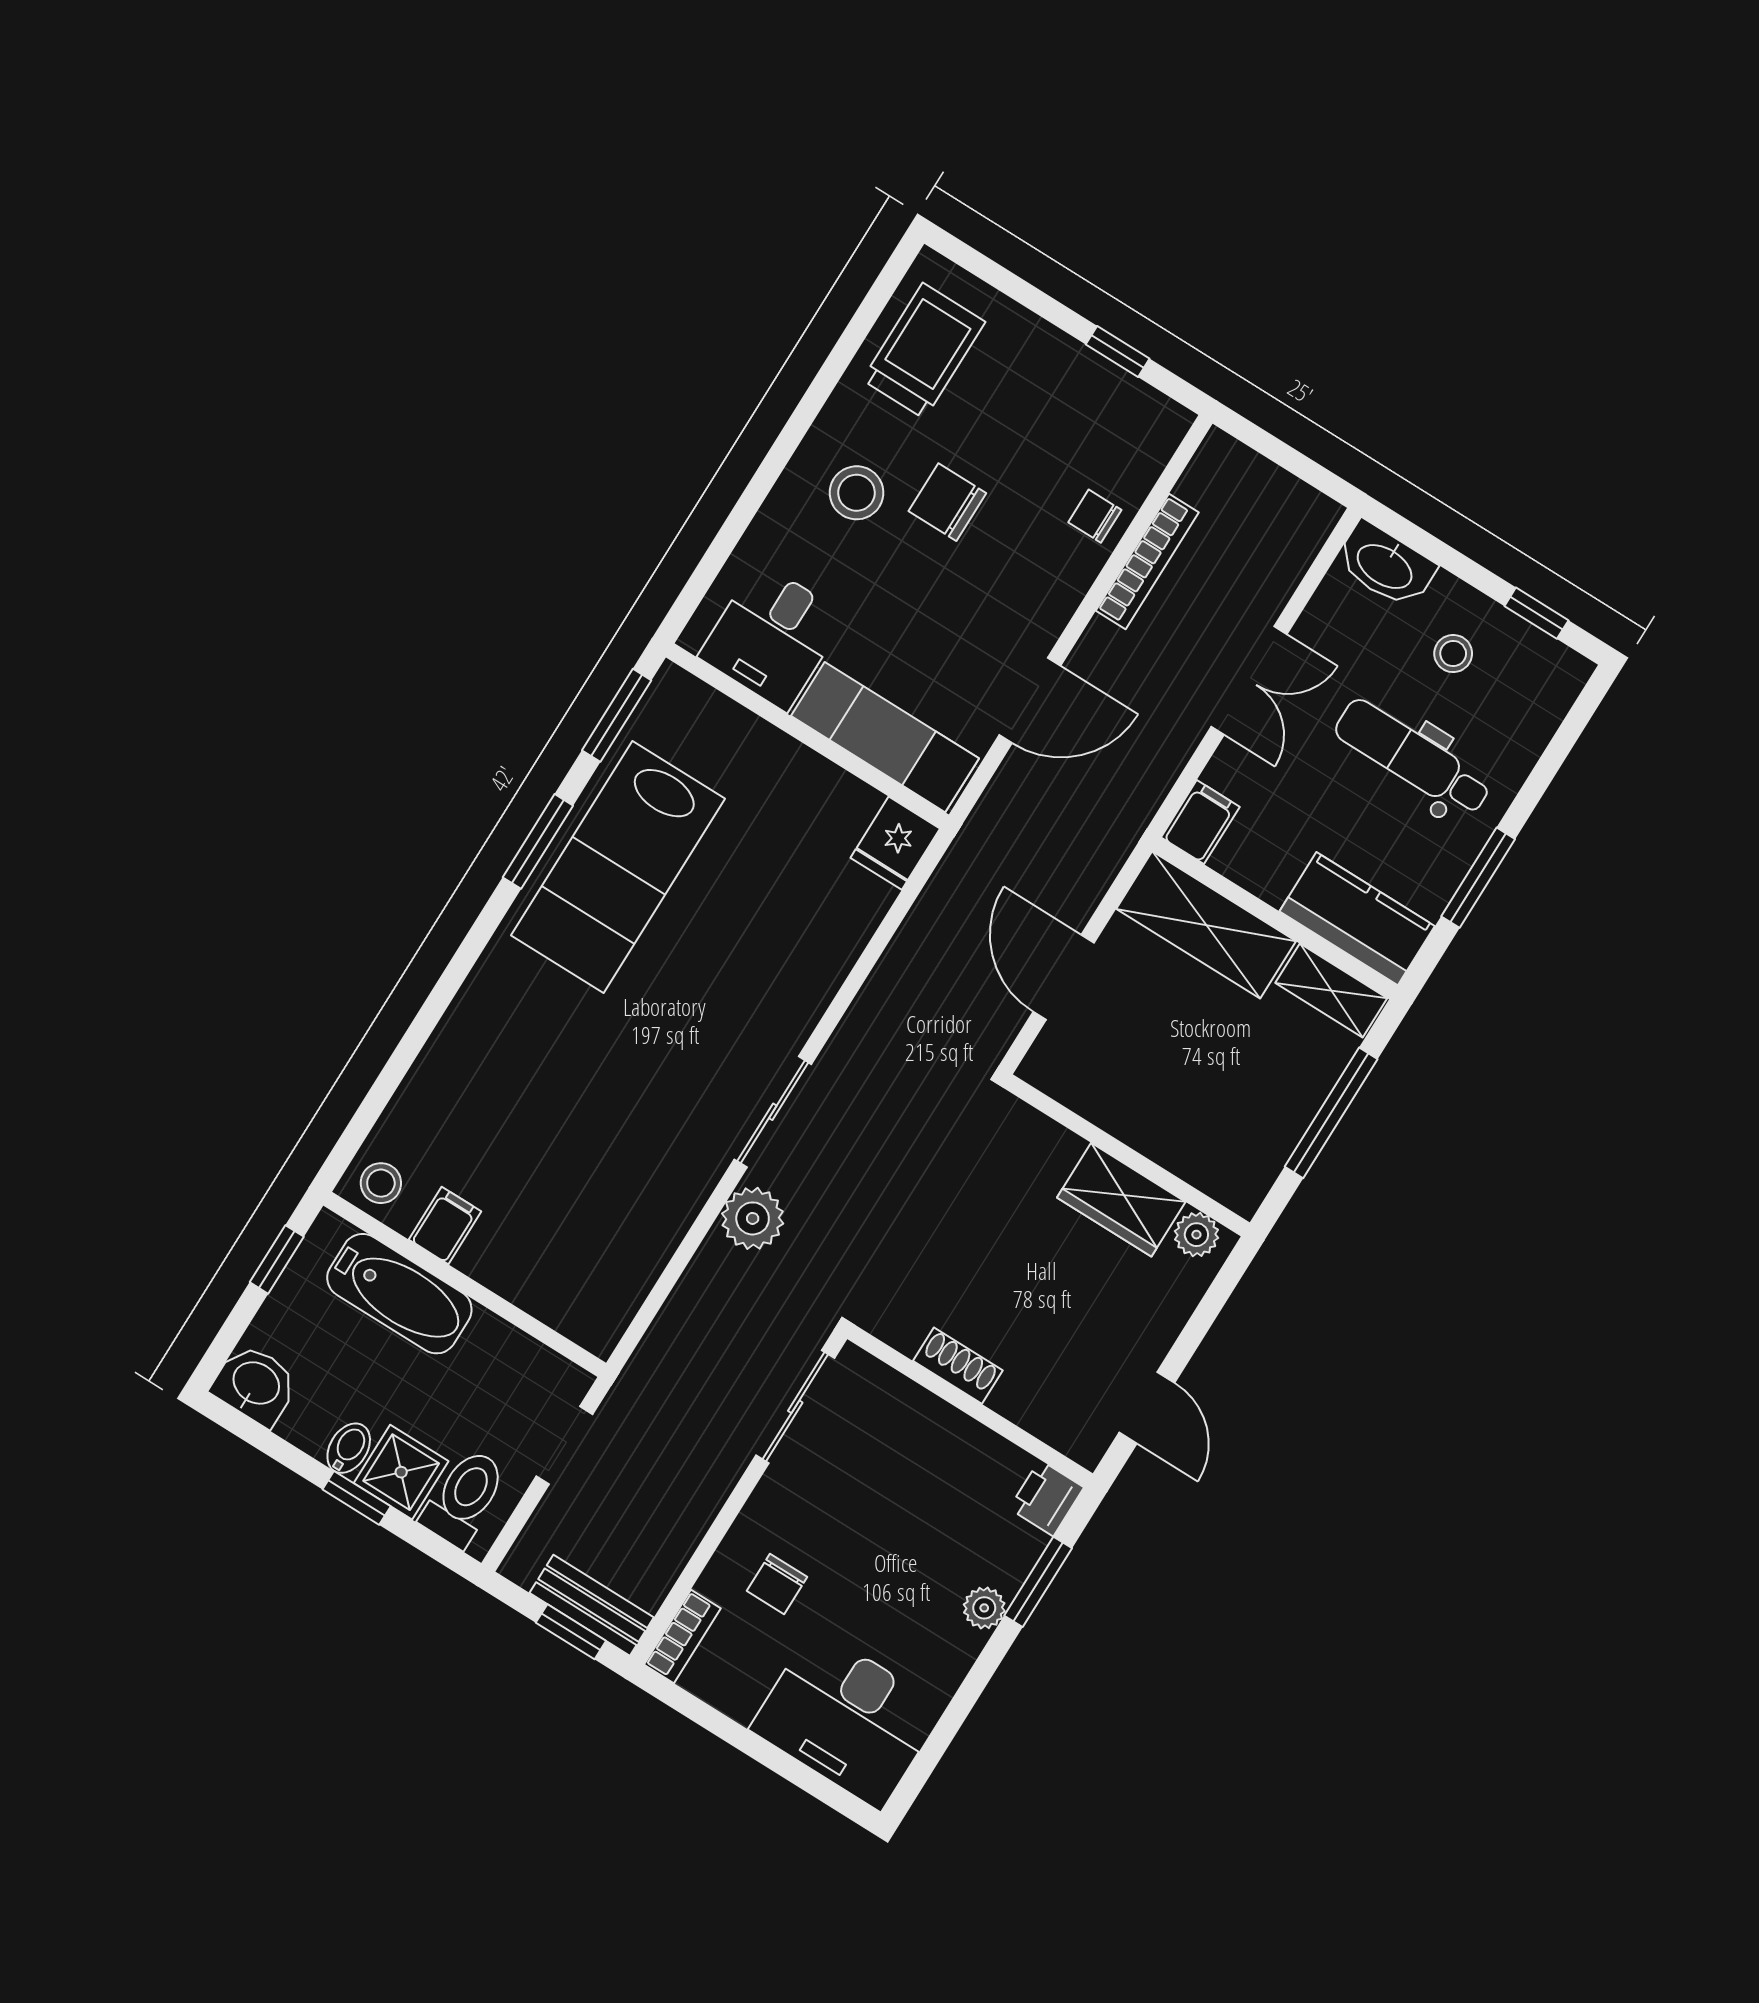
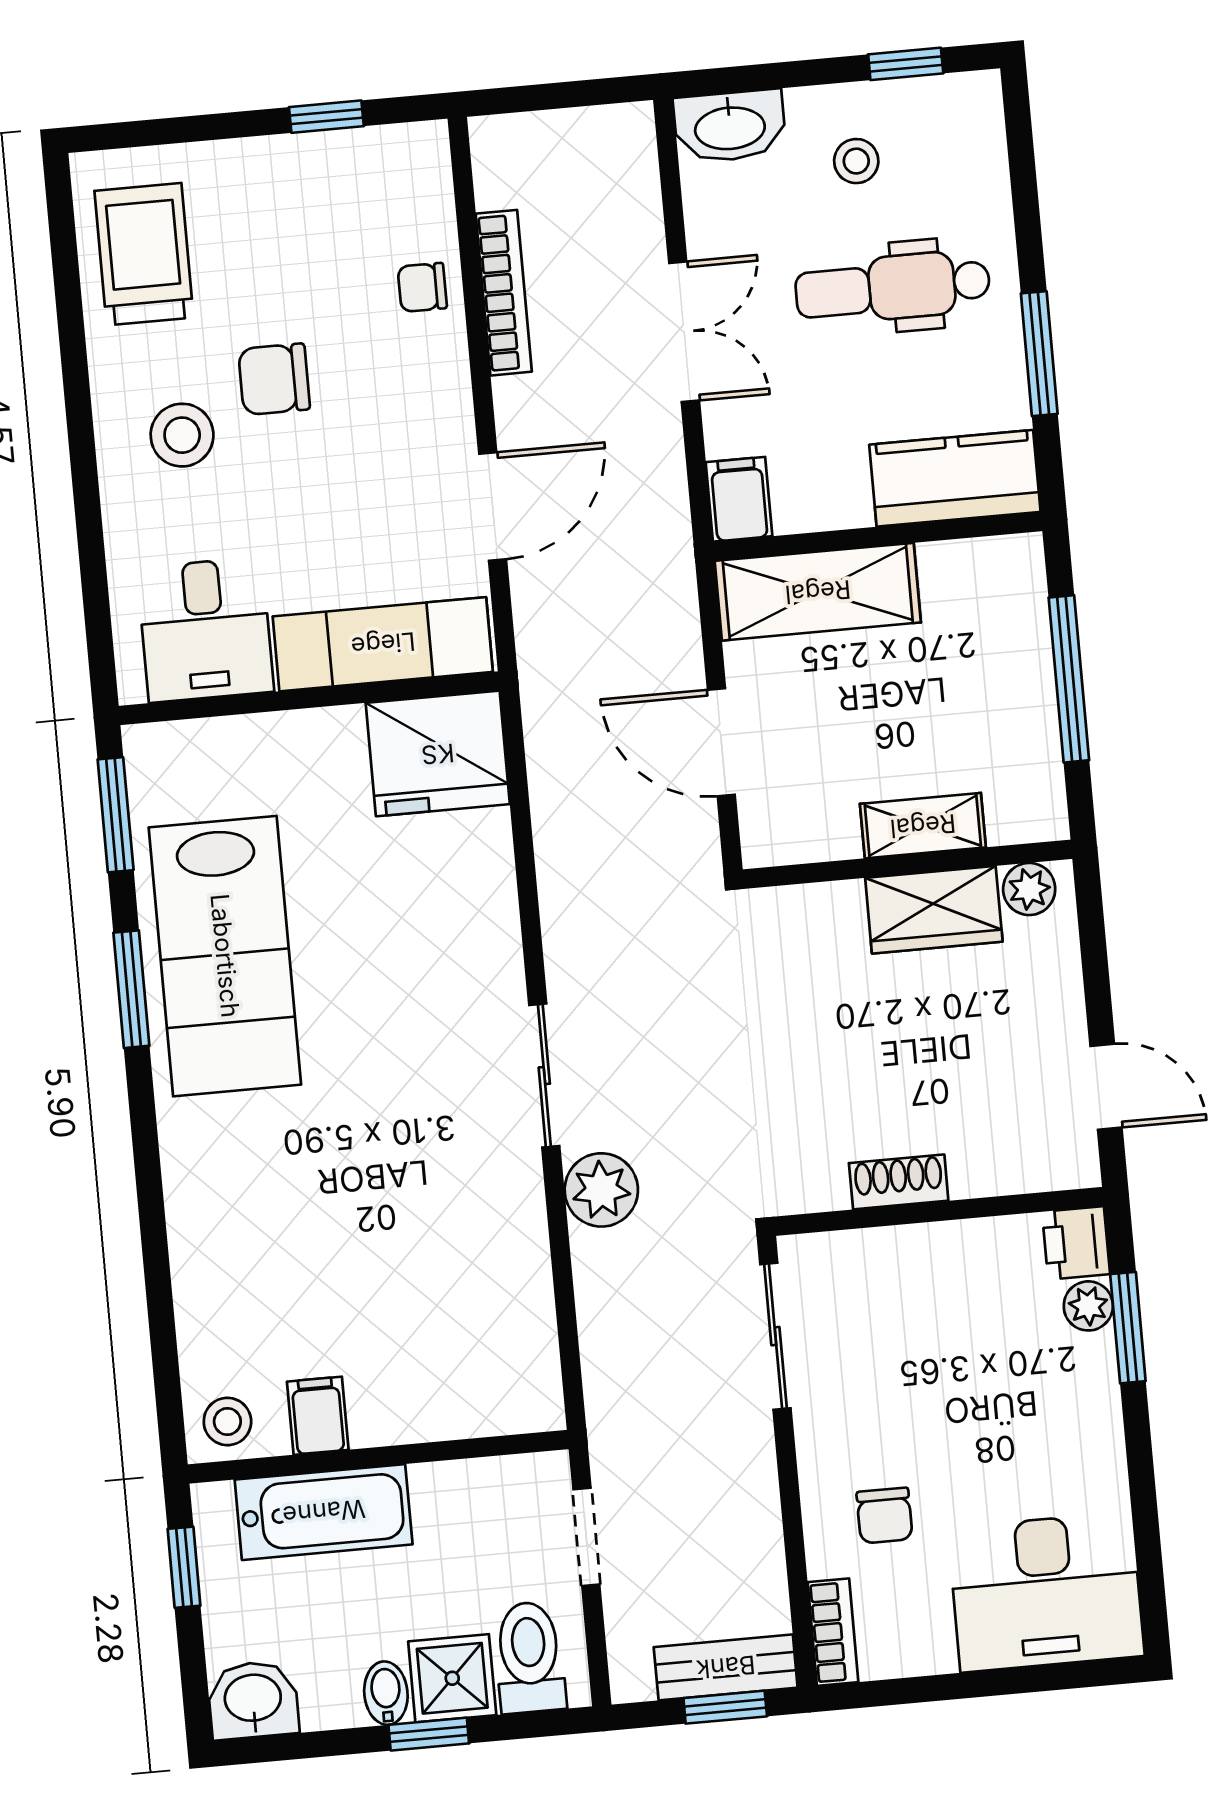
fridge: (895, 843) -> (438, 754), width x1.88, depth x1.34
shelving: (1331, 991) -> (923, 826), moved
plant: (984, 1608) -> (1088, 1306), moved

